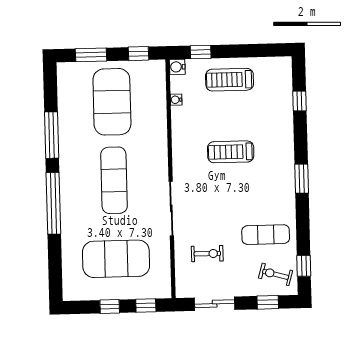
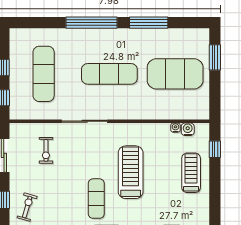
window: (139, 54) -> (215, 97), removed
water cooler: (177, 67) -> (188, 129), moved
treadmill: (231, 152) -> (131, 172), width x1.37, depth x1.38
exercise mat: (266, 235) -> (96, 199), moved
exercise mat: (116, 259) -> (44, 74), width x0.68

